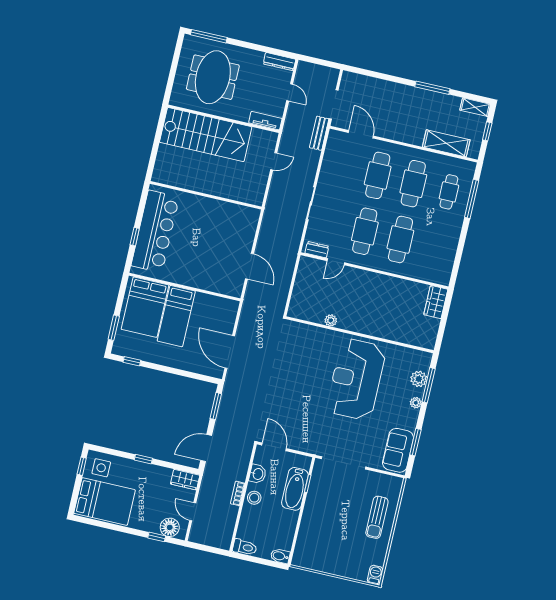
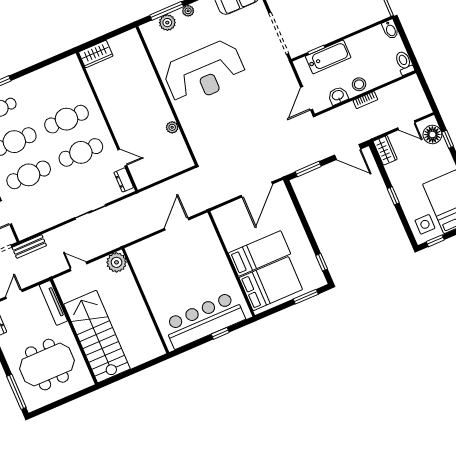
tv unit: (265, 121) -> (53, 303), width x1.41
plant: (254, 195) -> (117, 262), added
door: (193, 512) -> (406, 125), hinge flipped

